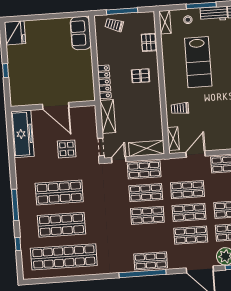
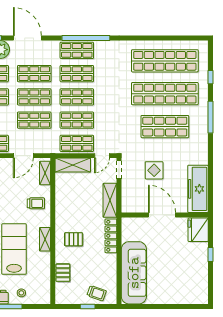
window: (122, 11) -> (88, 306), width x0.46
shelving: (165, 22) -> (45, 239), moved
fridge: (15, 33) -> (198, 230), moved
sofa: (81, 33) -> (134, 273), width x1.85, depth x1.27
shop shelf: (62, 225) -> (165, 94), width x1.40
shop shelf: (149, 238) -> (77, 74), added

